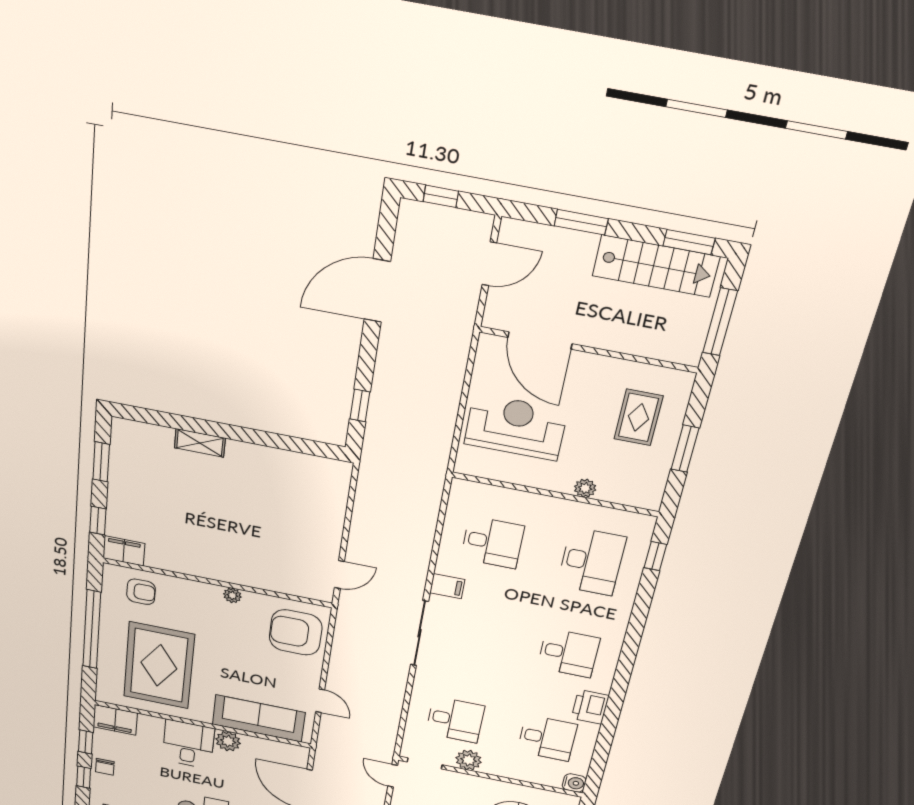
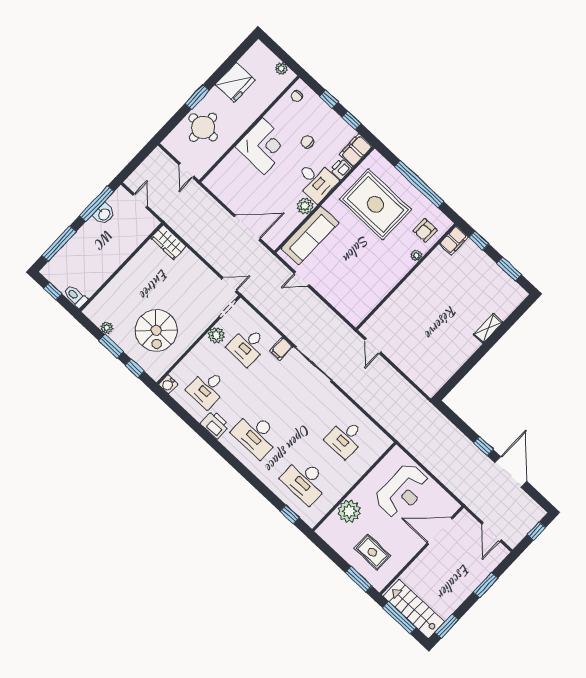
stairs: (656, 266) -> (414, 609), moved, turned 90
window: (360, 405) -> (483, 446), moved
window: (685, 449) -> (359, 579), moved
plant: (585, 488) -> (349, 511), width x1.87, depth x1.87
filing cabinet: (447, 586) -> (281, 349), moved
plant: (232, 595) -> (416, 255), moved
armchair: (296, 632) -> (352, 297), removed
desk: (568, 653) -> (256, 435), width x1.37
printer: (151, 725) -> (341, 169), added
chair: (105, 767) -> (307, 142), moved

